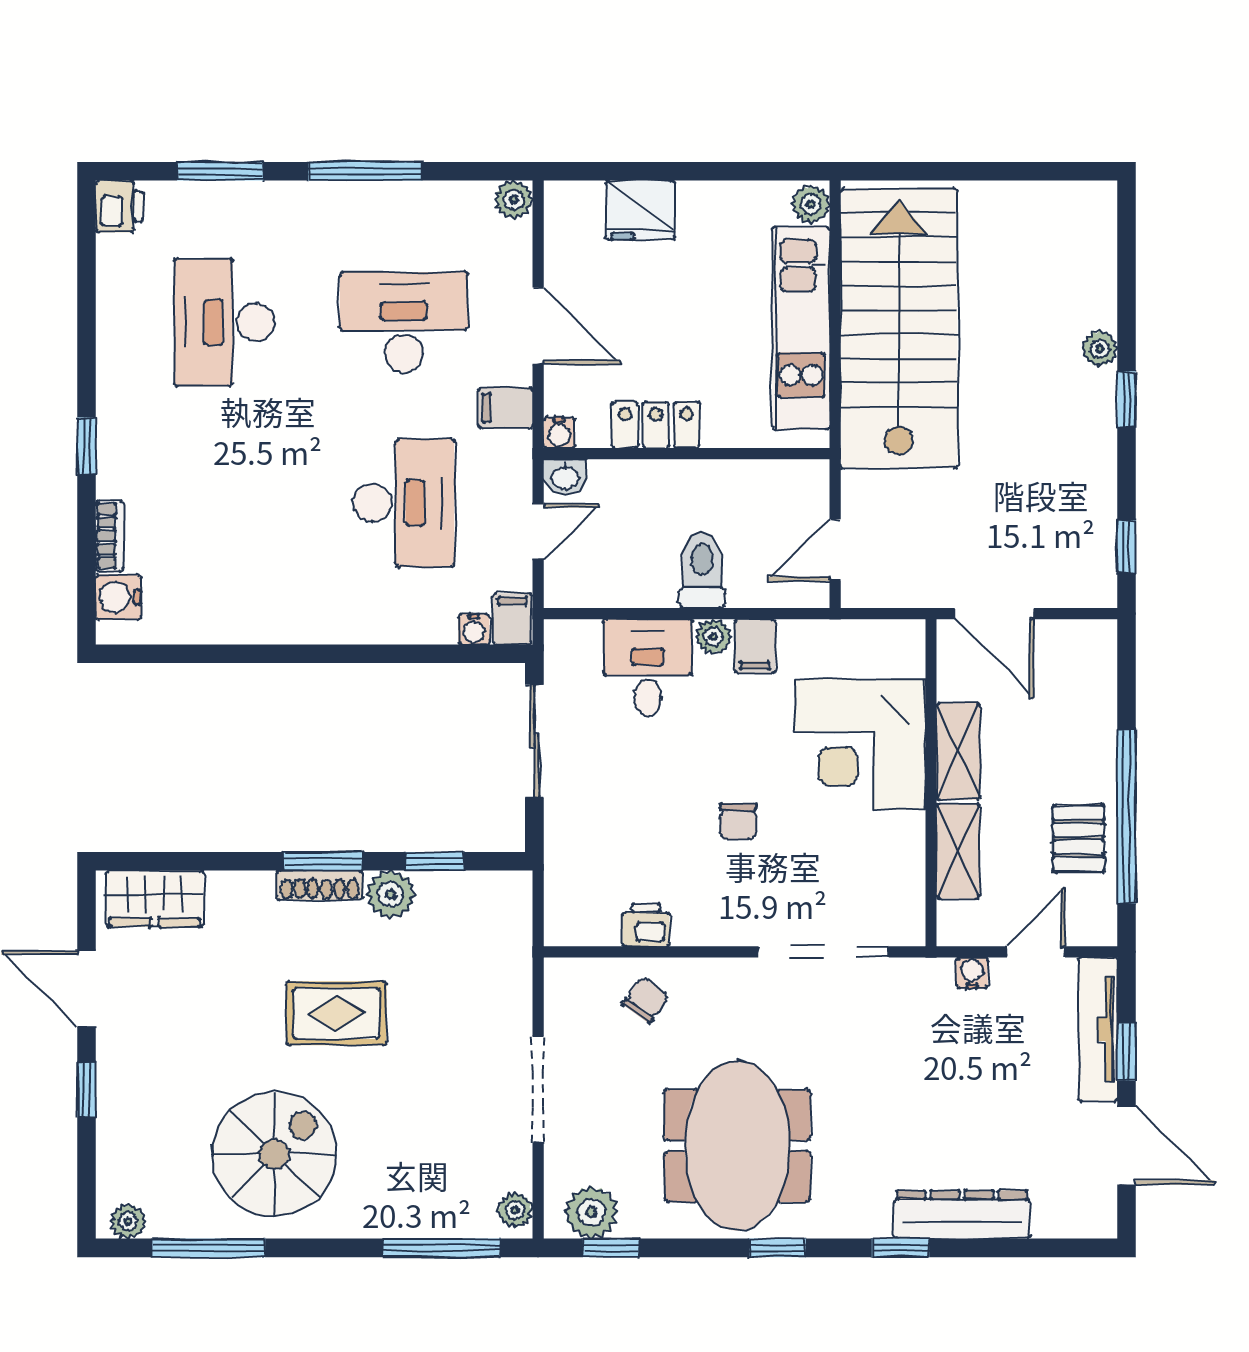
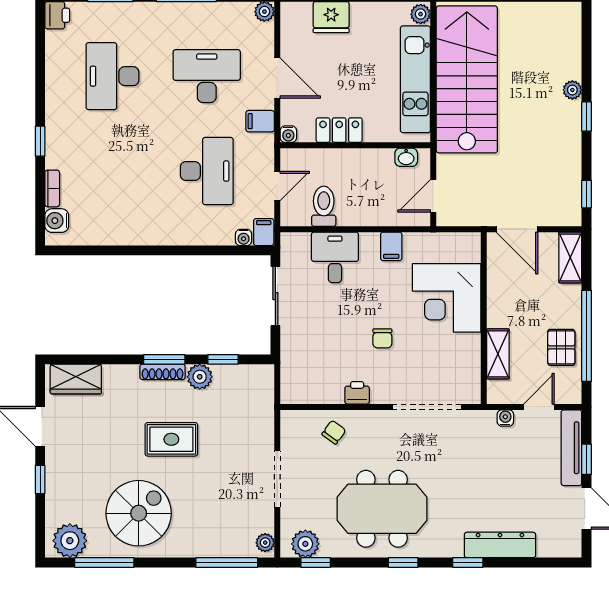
washbasin: (565, 477) -> (406, 157), moved
toilet: (702, 570) -> (324, 206), moved
plant: (714, 637) -> (369, 241), removed
shelving: (958, 751) -> (570, 257), moved
printer: (646, 925) -> (357, 393), moved
meeting table: (737, 1146) -> (382, 509), turned 90
plant: (128, 1221) -> (70, 541), width x1.88, depth x1.88

